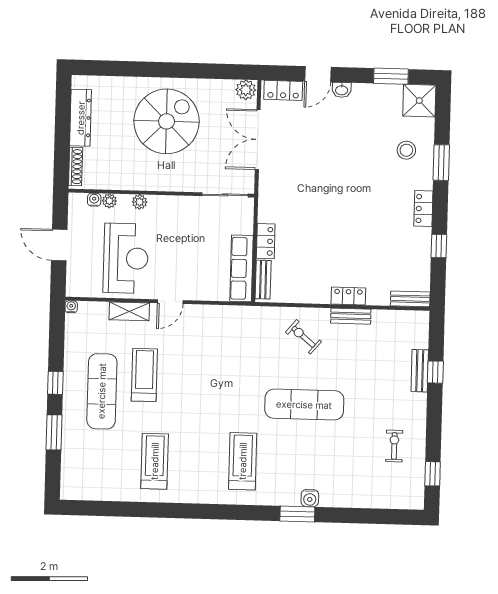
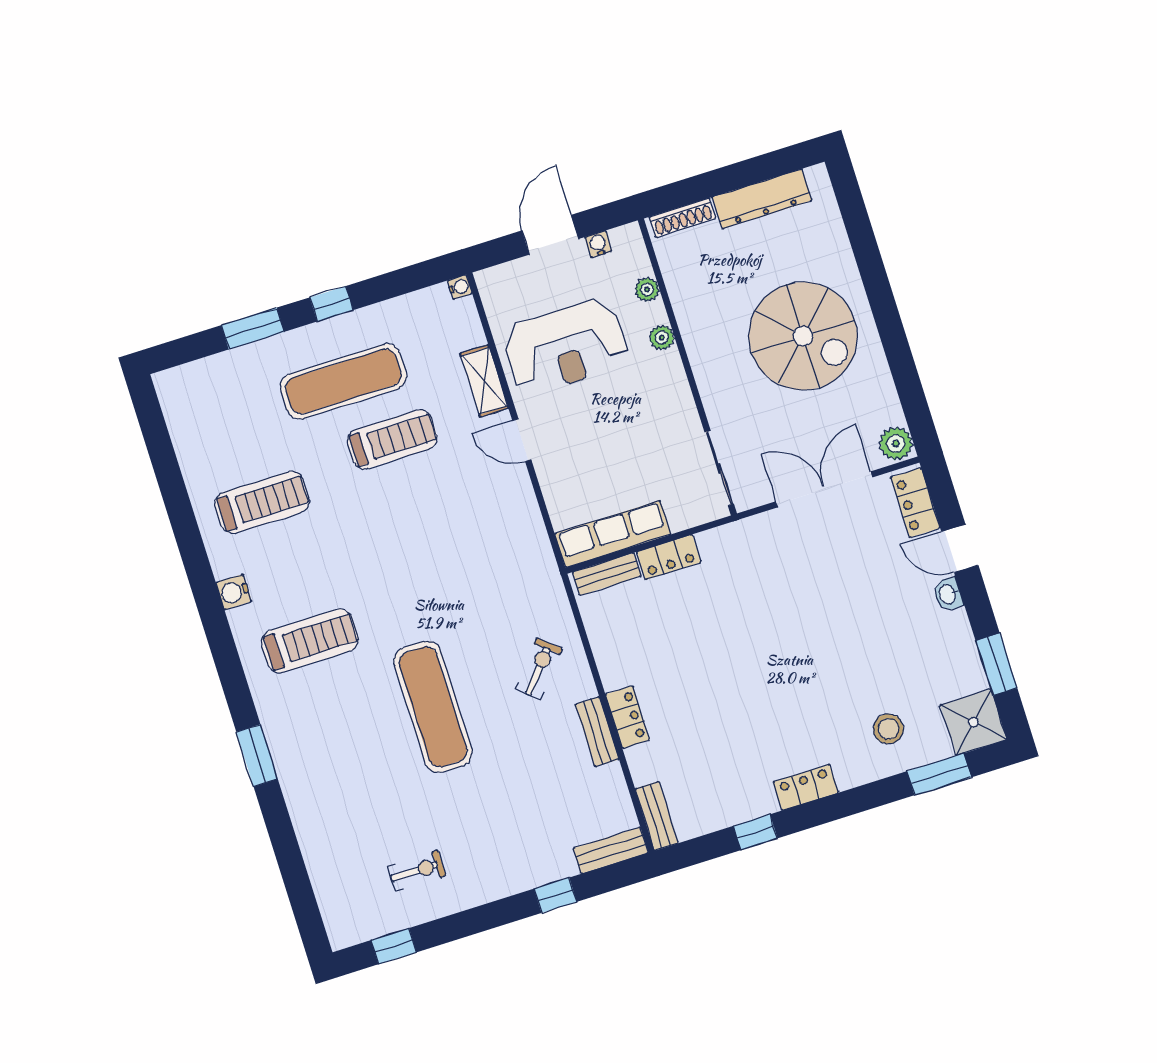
window: (441, 163) -> (939, 774), moved
water cooler: (94, 200) -> (598, 244), moved, turned -90
bench: (420, 371) -> (611, 850), moved
water cooler: (310, 498) -> (234, 592), moved

